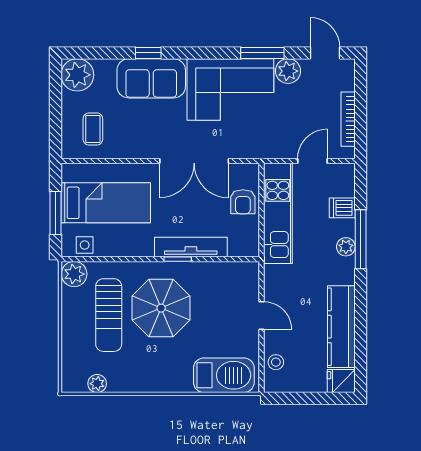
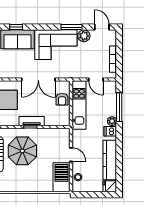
door: (313, 161) -> (96, 79), swing flipped
dishwasher: (342, 208) -> (110, 131), moved
window: (361, 239) -> (119, 107), moved
tv unit: (191, 247) -> (32, 121), width x0.71
barbecue: (224, 375) -> (62, 177), moved, turned -90

